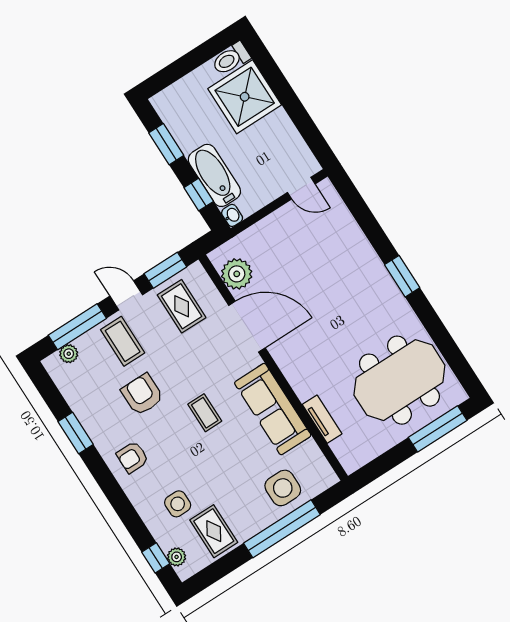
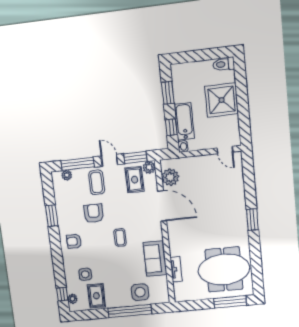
shower: (245, 97) -> (222, 100), moved
plant: (195, 275) -> (149, 167), added
sofa: (273, 409) -> (155, 259), width x0.73

